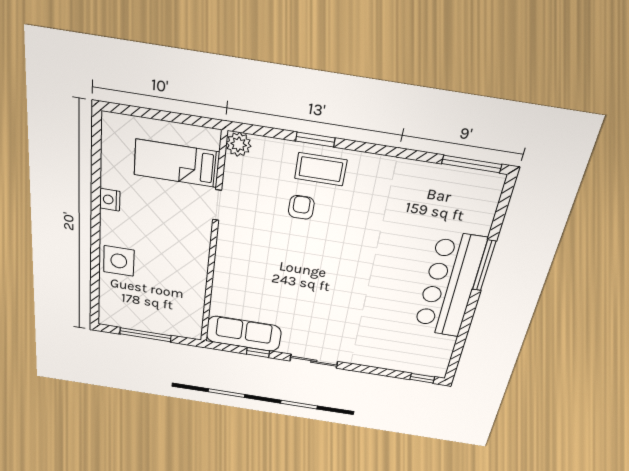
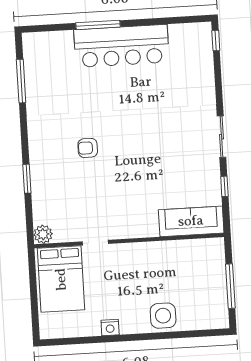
bed: (177, 163) -> (61, 279), width x1.50
window: (472, 164) -> (21, 81), moved
coffee table: (321, 169) -> (48, 170), removed
armchair: (301, 207) -> (88, 148), moved
sofa: (244, 334) -> (191, 221), moved, turned 90

